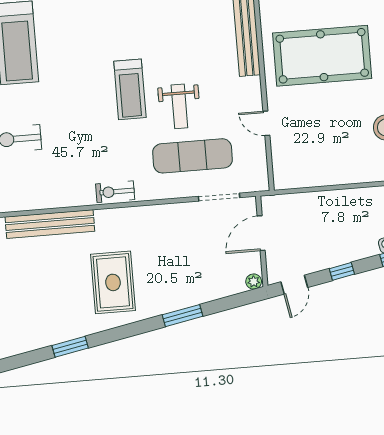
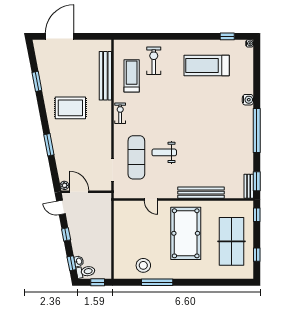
treadmill: (130, 89) -> (132, 76), moved, turned 90
door: (266, 123) -> (151, 200), swing flipped
door: (261, 233) -> (79, 192), moved

